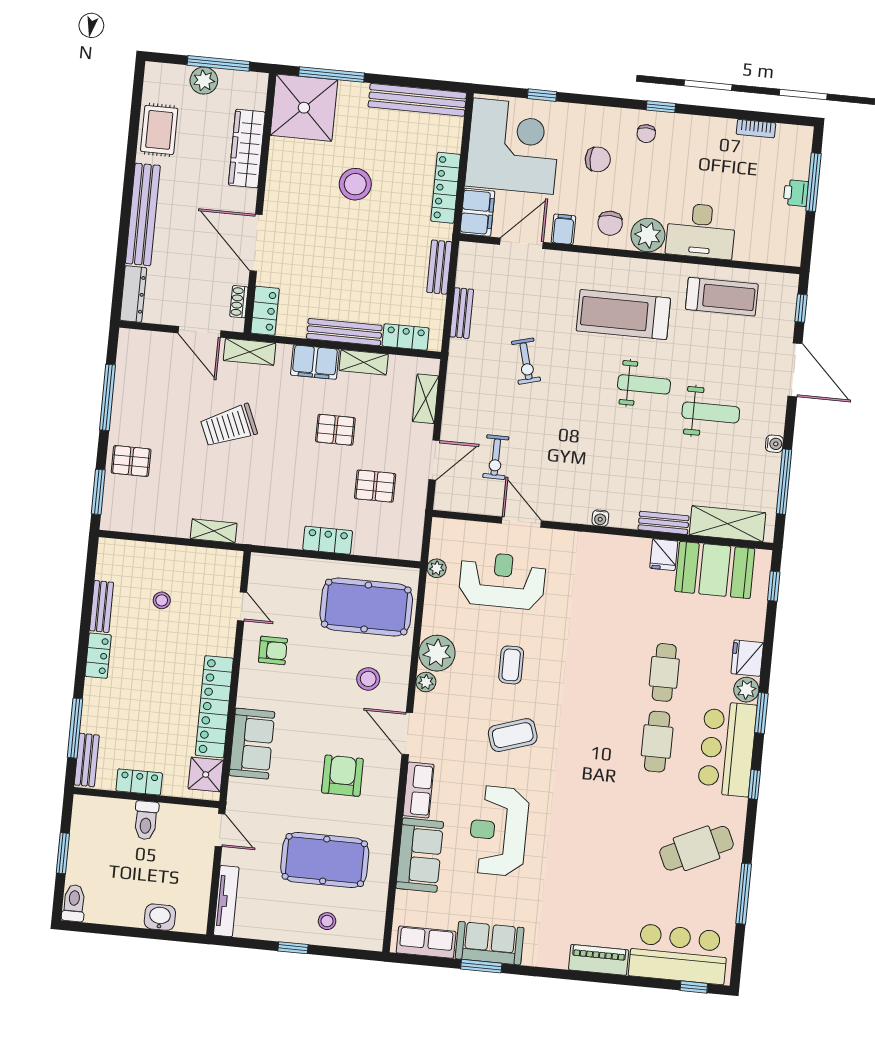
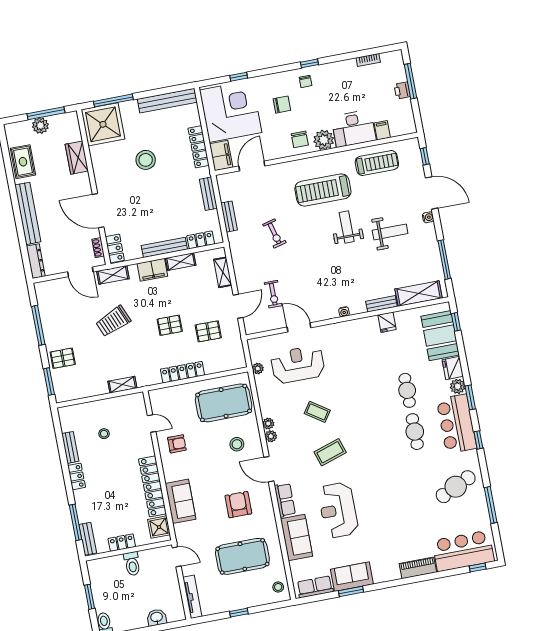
wardrobe: (247, 148) -> (77, 158), width x0.67
filing cabinet: (563, 229) -> (382, 130), moved
weight bench: (644, 384) -> (347, 227), turned -90
pallet: (335, 430) -> (170, 325), moved
water cooler: (774, 444) -> (428, 217), moved
locker: (328, 540) -> (182, 372), width x1.53
booth: (715, 570) -> (440, 336), moved, turned 90
plant: (437, 653) -> (268, 424), width x0.53, depth x0.53
coffee table: (511, 665) -> (317, 412), turned -56
stool: (327, 921) -> (278, 587), moved

